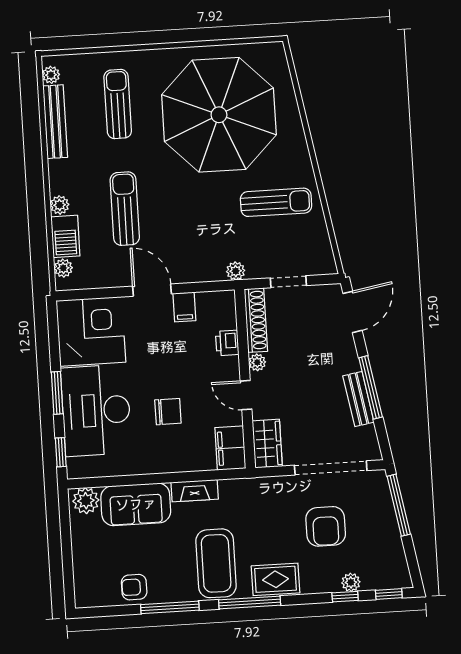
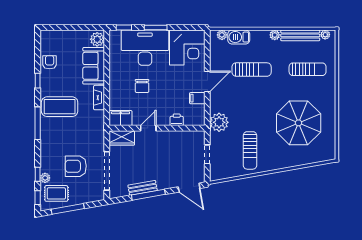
parasol: (219, 115) -> (299, 123), width x0.73, depth x0.73
plant: (60, 205) -> (275, 35), moved
plant: (236, 271) -> (219, 122), width x1.88, depth x1.88
shoe rack: (256, 320) -> (188, 136), removed
plant: (257, 362) -> (165, 135), removed
window: (399, 505) -> (68, 209), moved
rug: (275, 579) -> (56, 193), moved, turned 90
window: (170, 607) -> (38, 81), width x0.46

